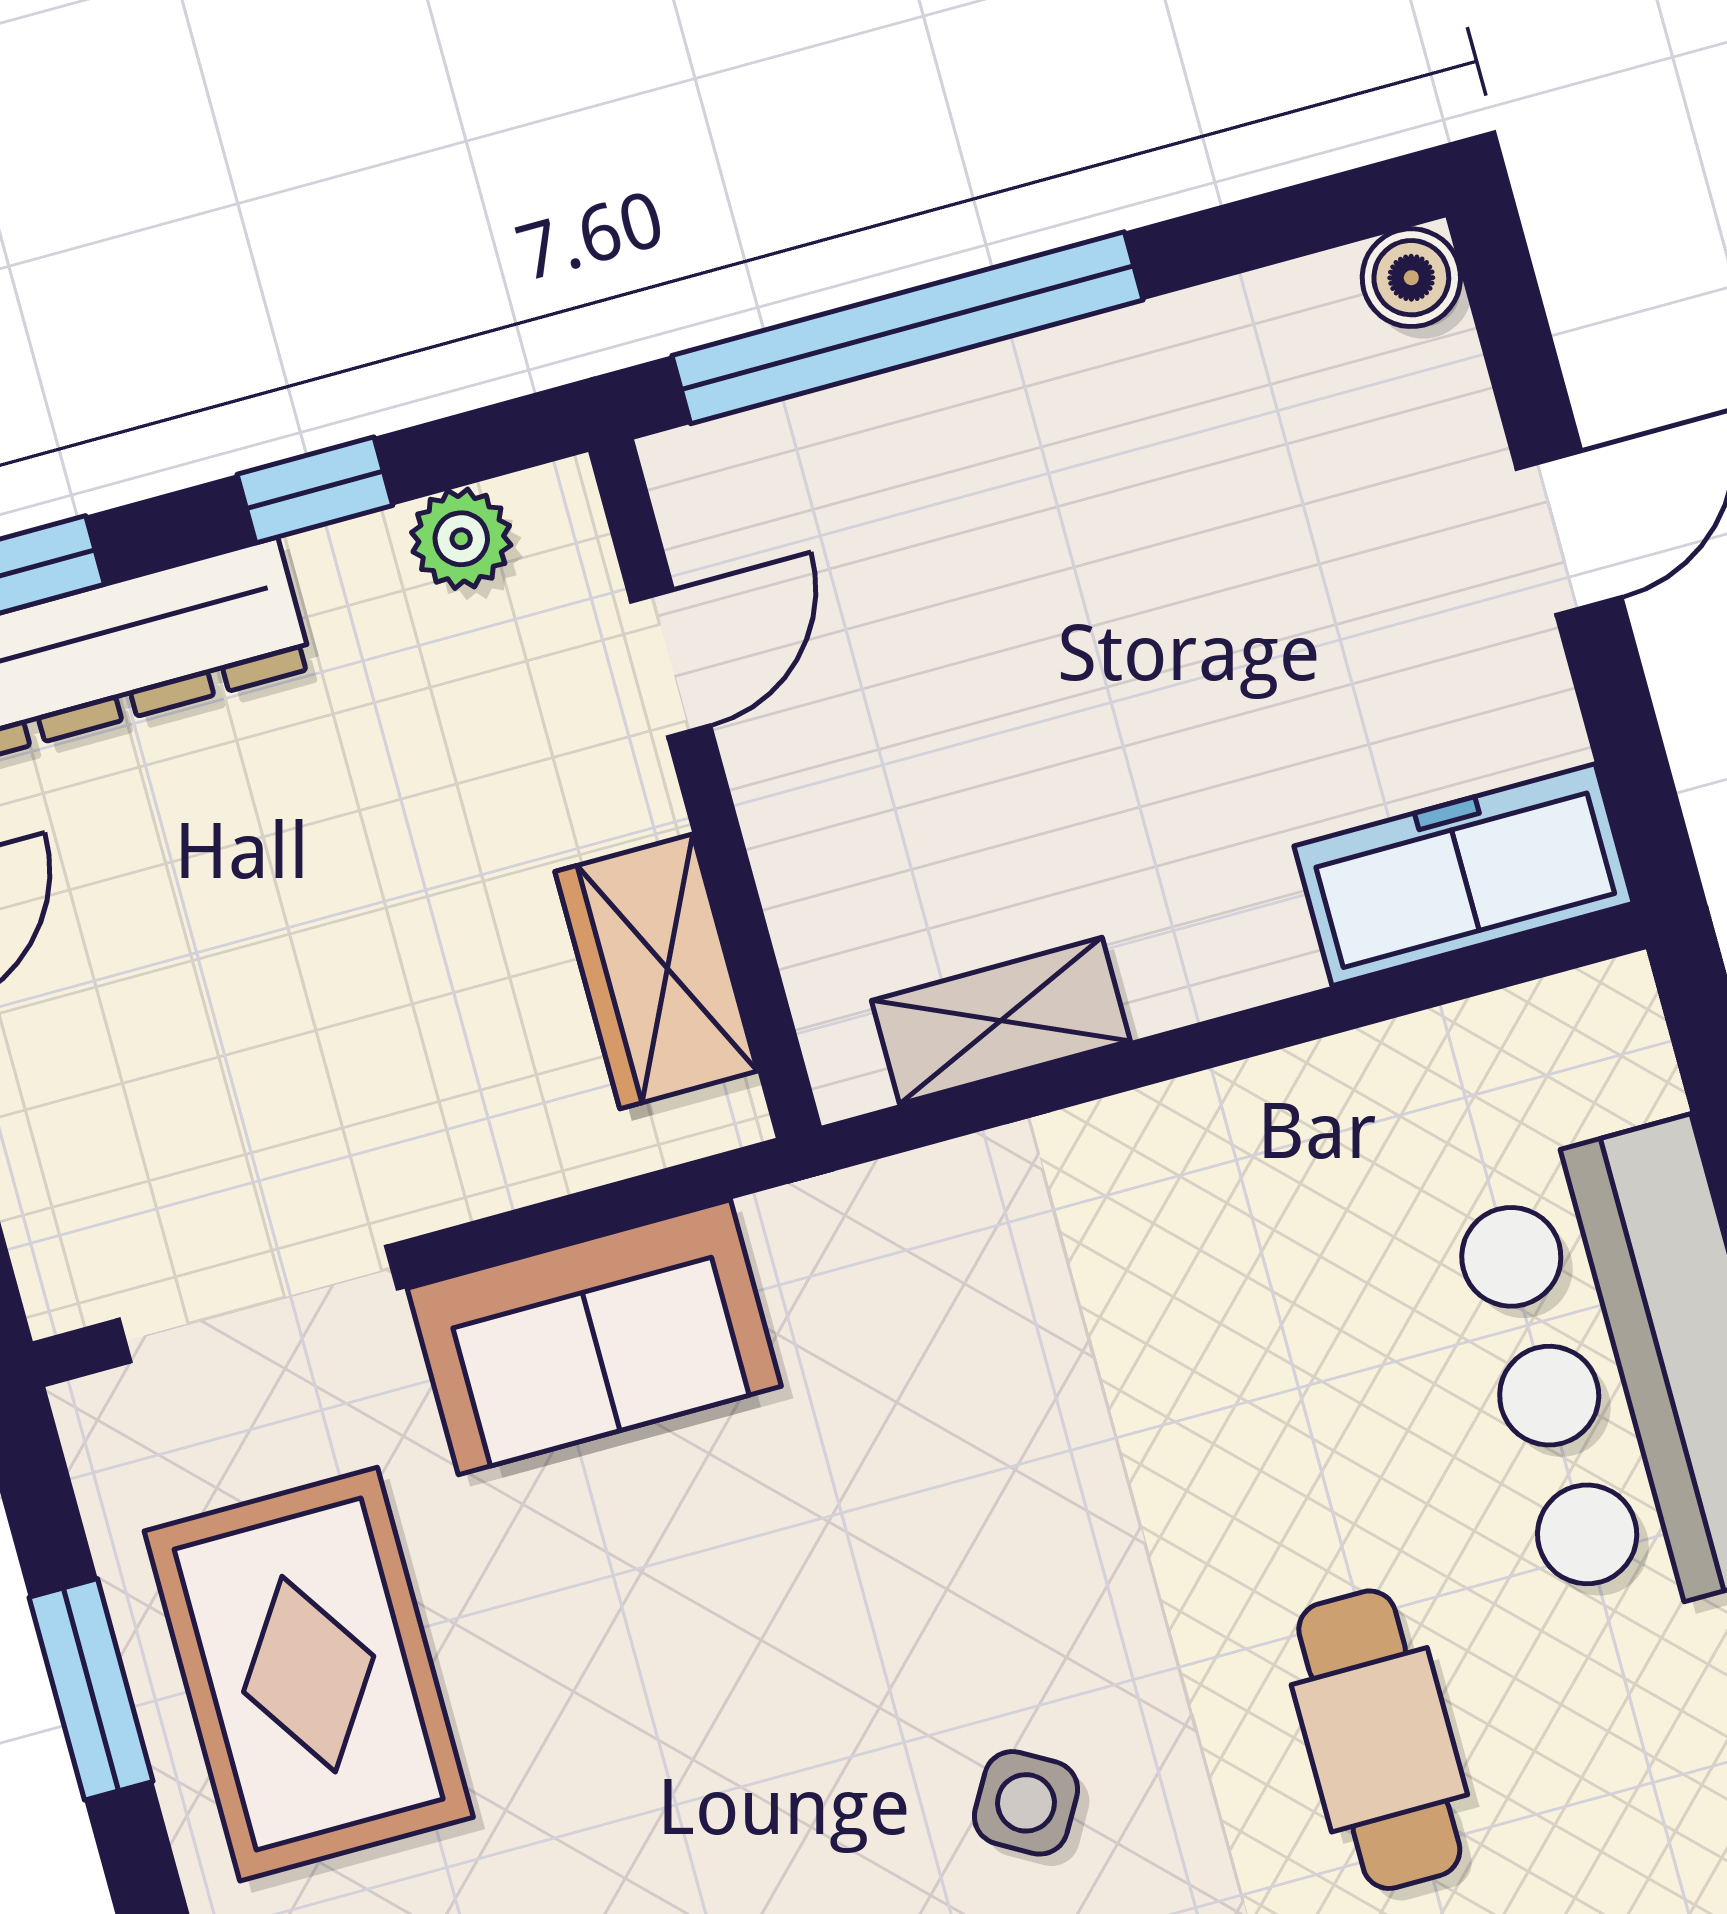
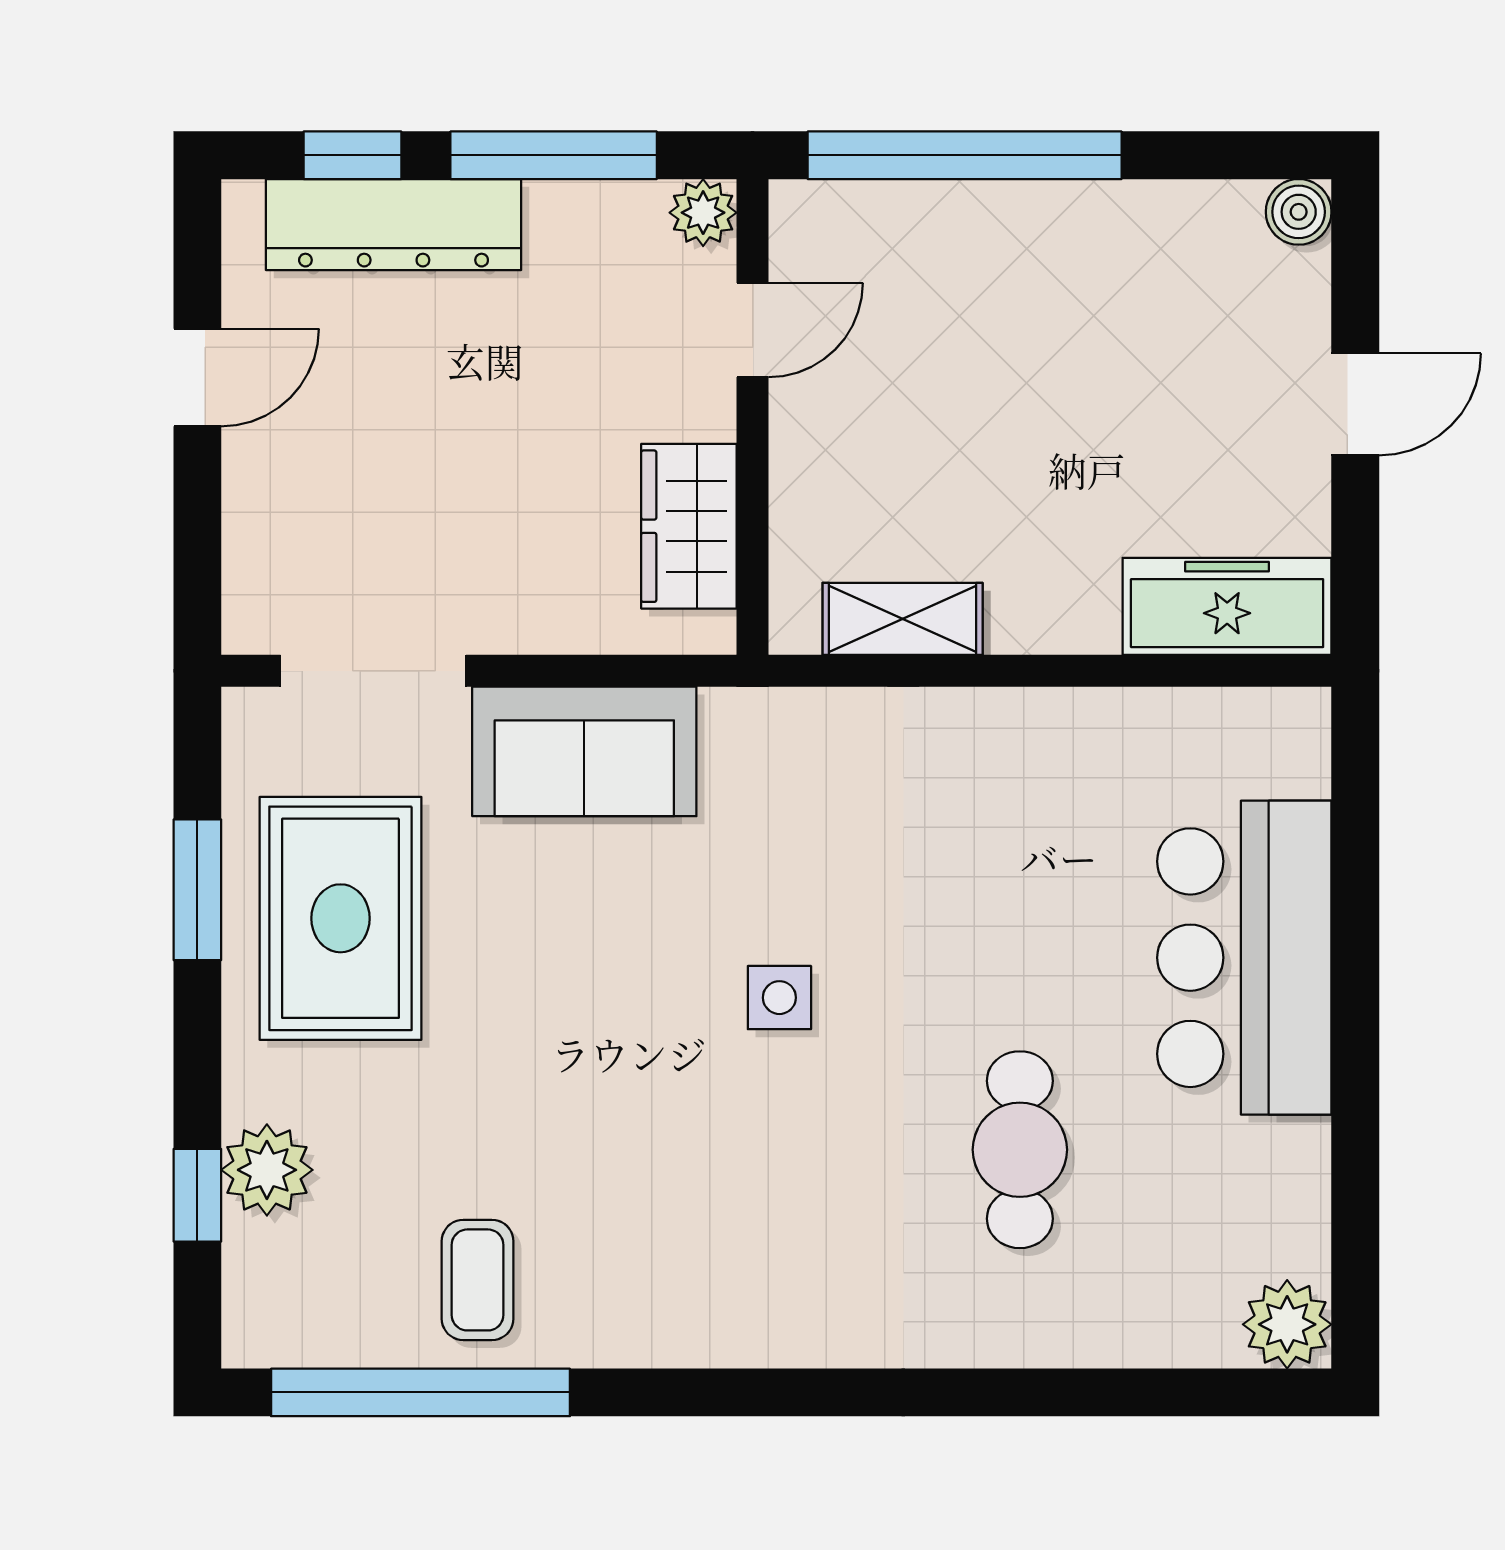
window: (315, 490) -> (554, 155), width x2.17
plant: (461, 539) -> (703, 213), moved
side table: (1026, 1803) -> (779, 998), moved, turned -30

